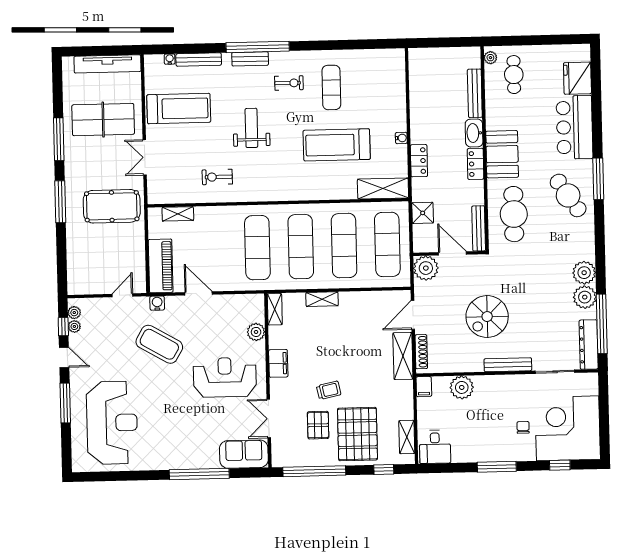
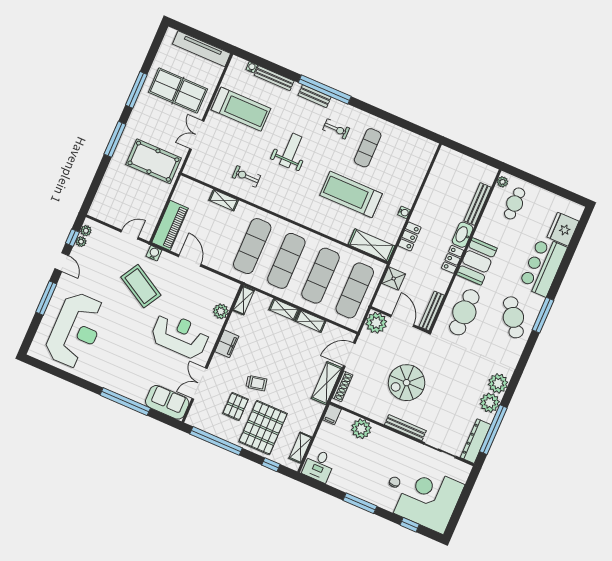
shelving: (178, 214) -> (224, 200), moved
shelving: (356, 299) -> (310, 321), added

